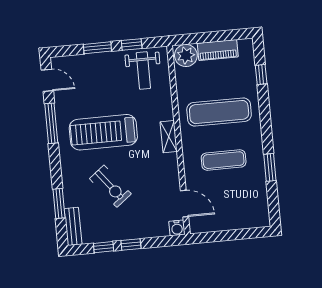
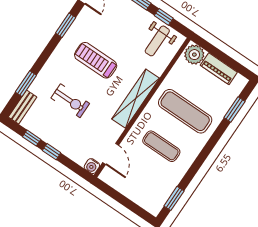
window: (261, 75) -> (234, 109), width x1.50
window: (51, 123) -> (66, 25), width x0.69
treadmill: (103, 132) -> (96, 60), width x0.73, depth x0.73
shelving: (169, 137) -> (136, 99), width x2.20, depth x1.33
window: (270, 167) -> (174, 198), moved
exercise bike: (110, 186) -> (70, 101), turned -52

